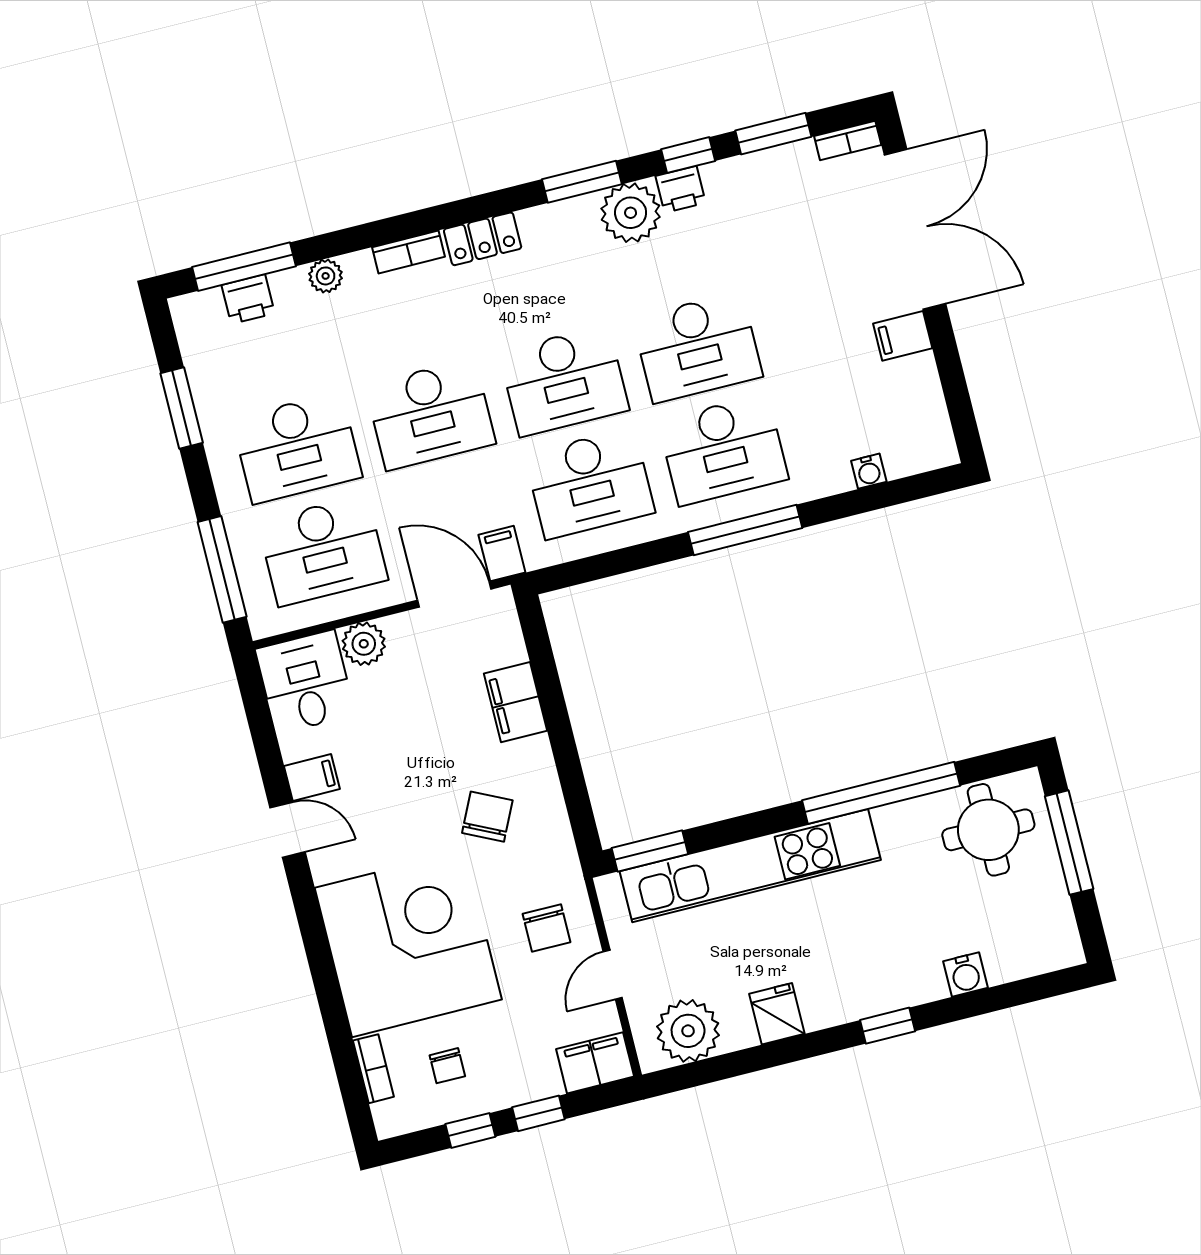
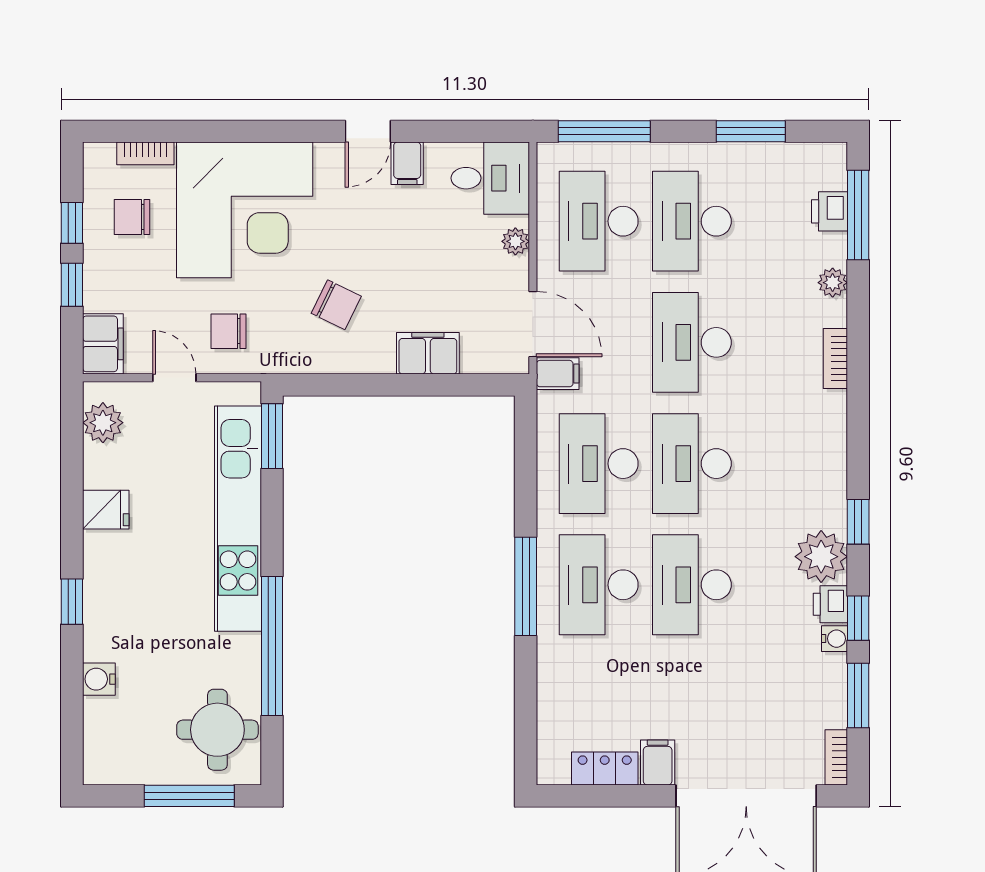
window: (582, 182) -> (858, 522), width x0.67
locker: (483, 239) -> (605, 768), moved, turned 90
water cooler: (869, 471) -> (834, 639), moved, turned 180
door: (454, 595) -> (533, 324), hinge flipped
plant: (364, 644) -> (515, 241), width x0.73, depth x0.73
plant: (688, 1031) -> (103, 423), width x0.73, depth x0.73
chair: (447, 1066) -> (132, 217), width x1.37, depth x1.37

